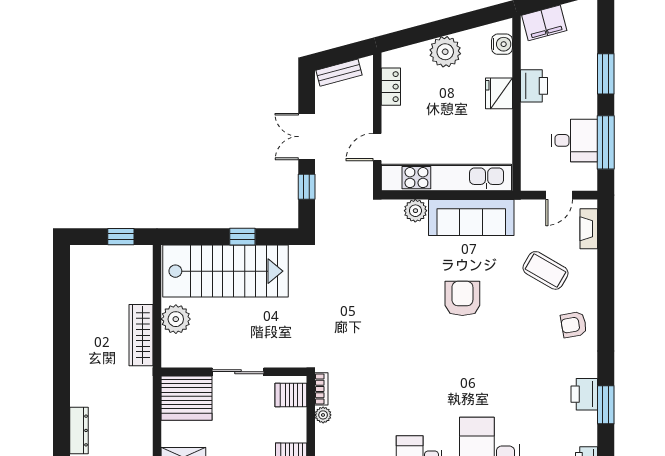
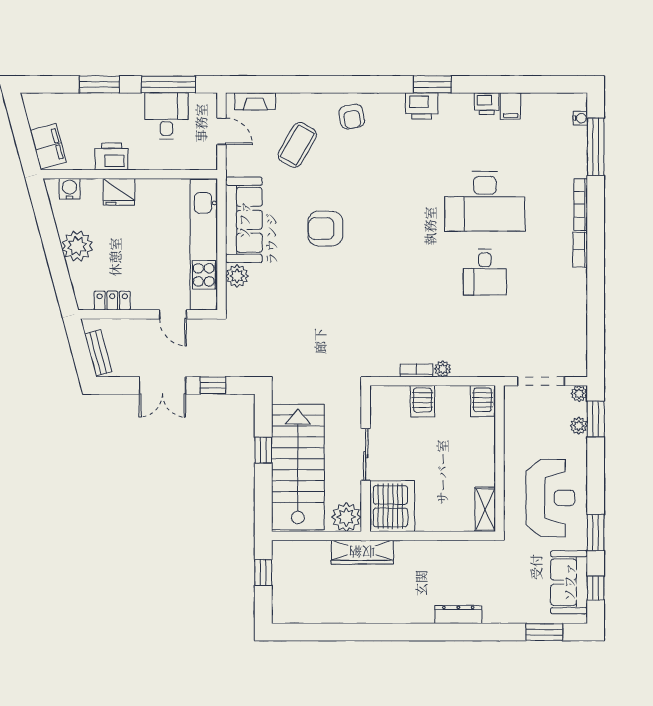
wall: (234, 372) -> (366, 459), moved
sliding door: (238, 372) -> (366, 454), moved
server rack: (187, 398) -> (392, 506), moved

